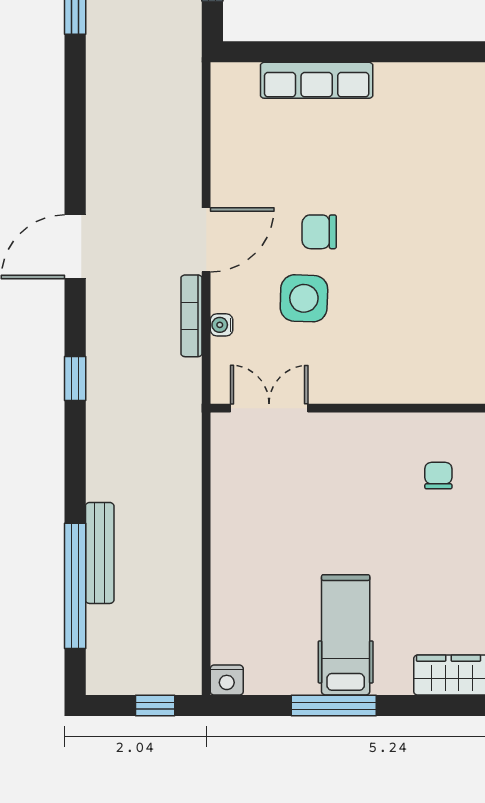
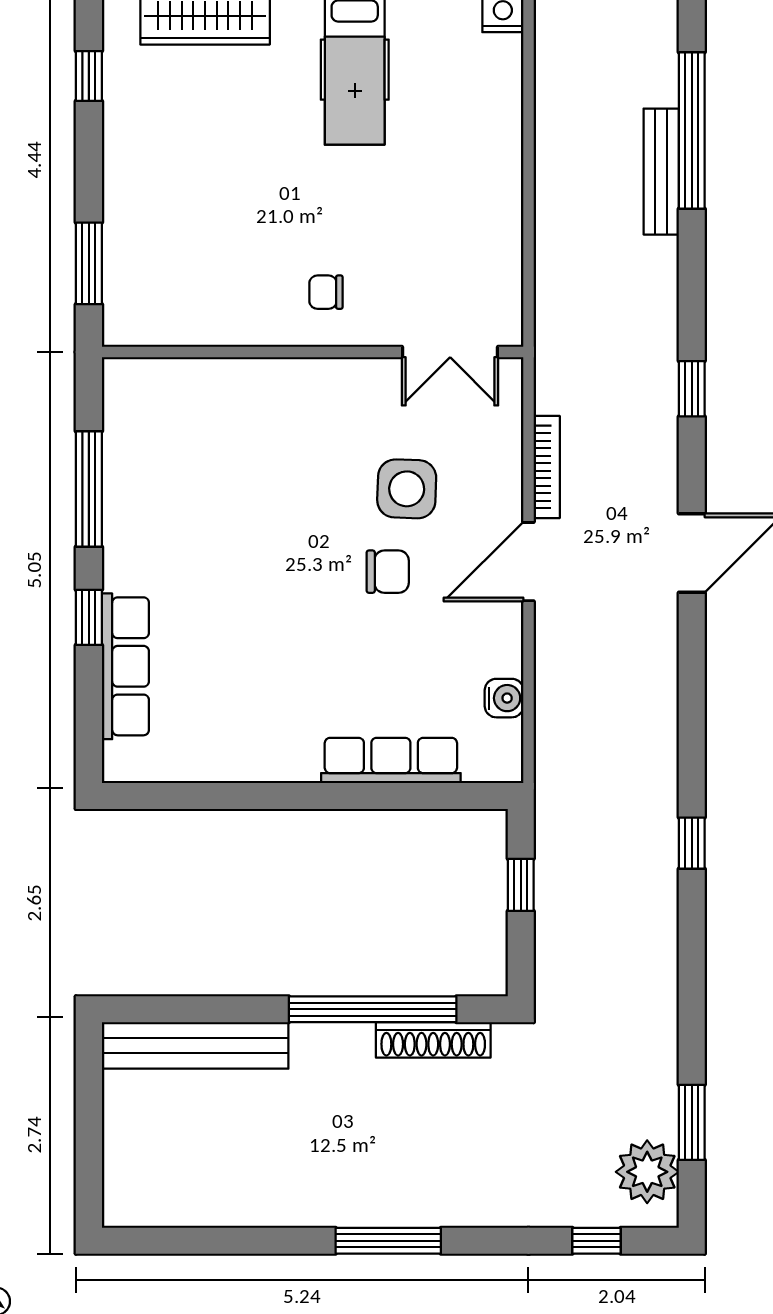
water cooler: (222, 325) -> (504, 698), moved, width x1.38, depth x1.38
chair: (438, 476) -> (326, 292), moved, turned 90

